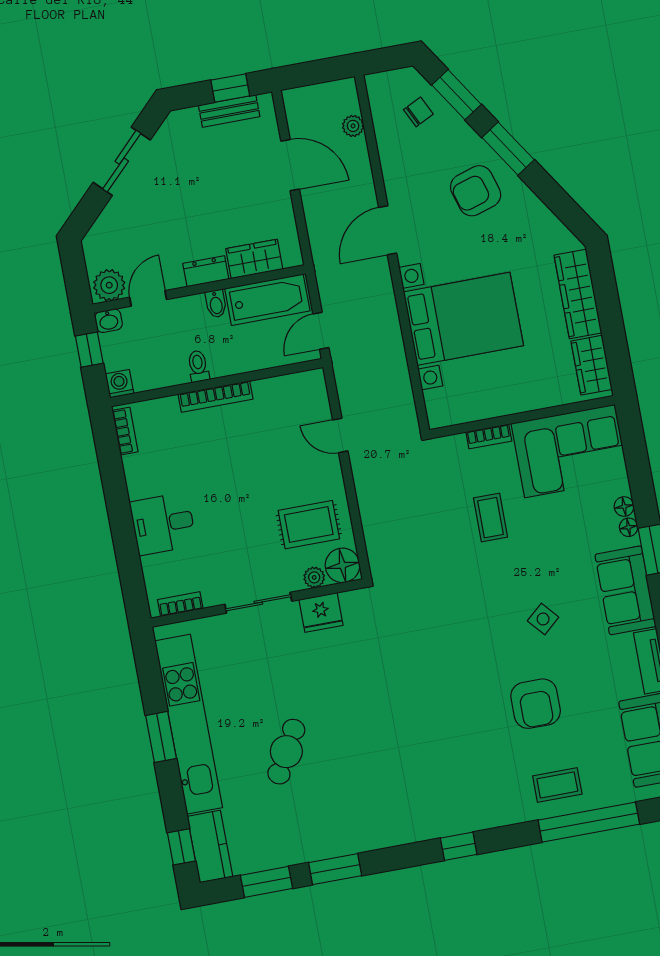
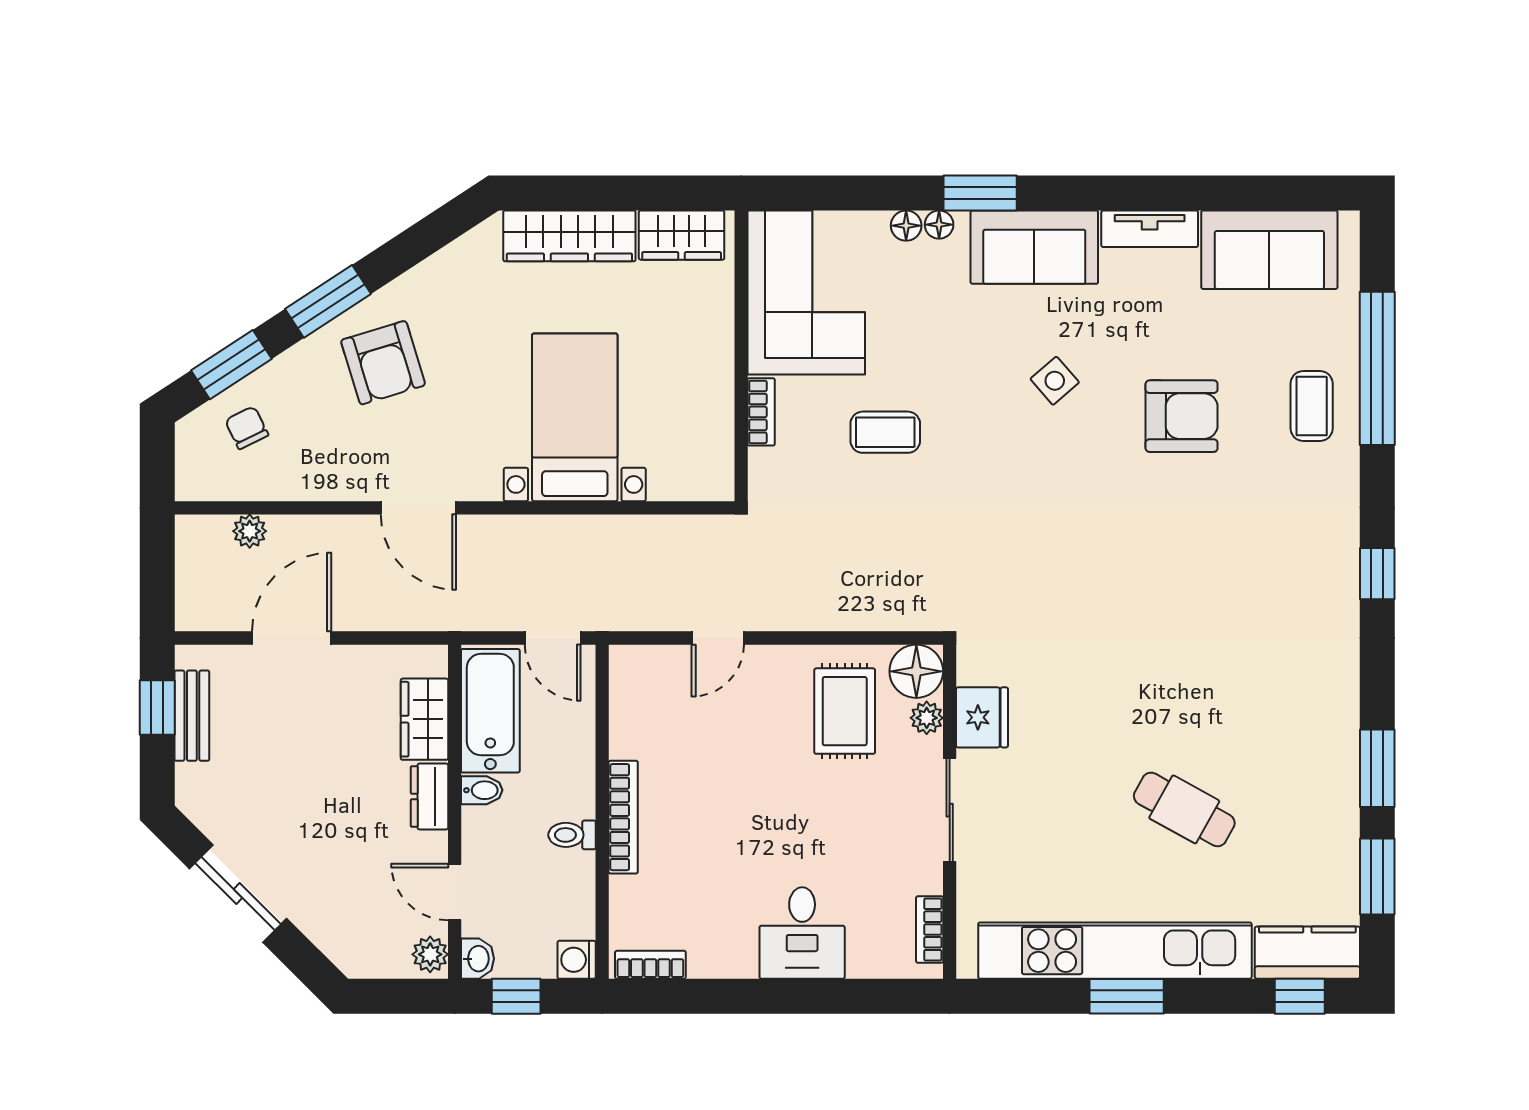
plant: (109, 285) -> (430, 954), width x0.73, depth x0.73
bed with nightstands: (463, 319) -> (575, 417), width x0.73

